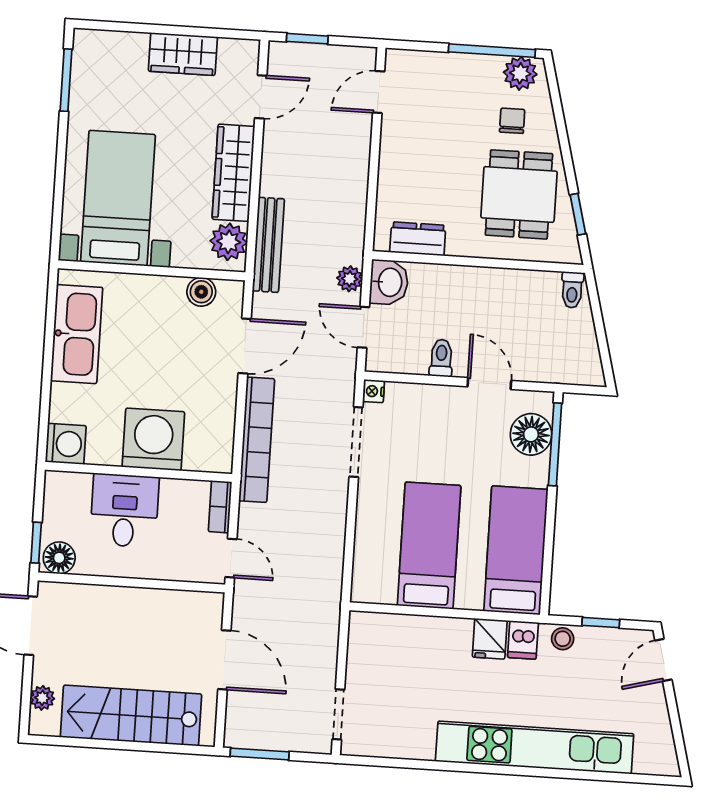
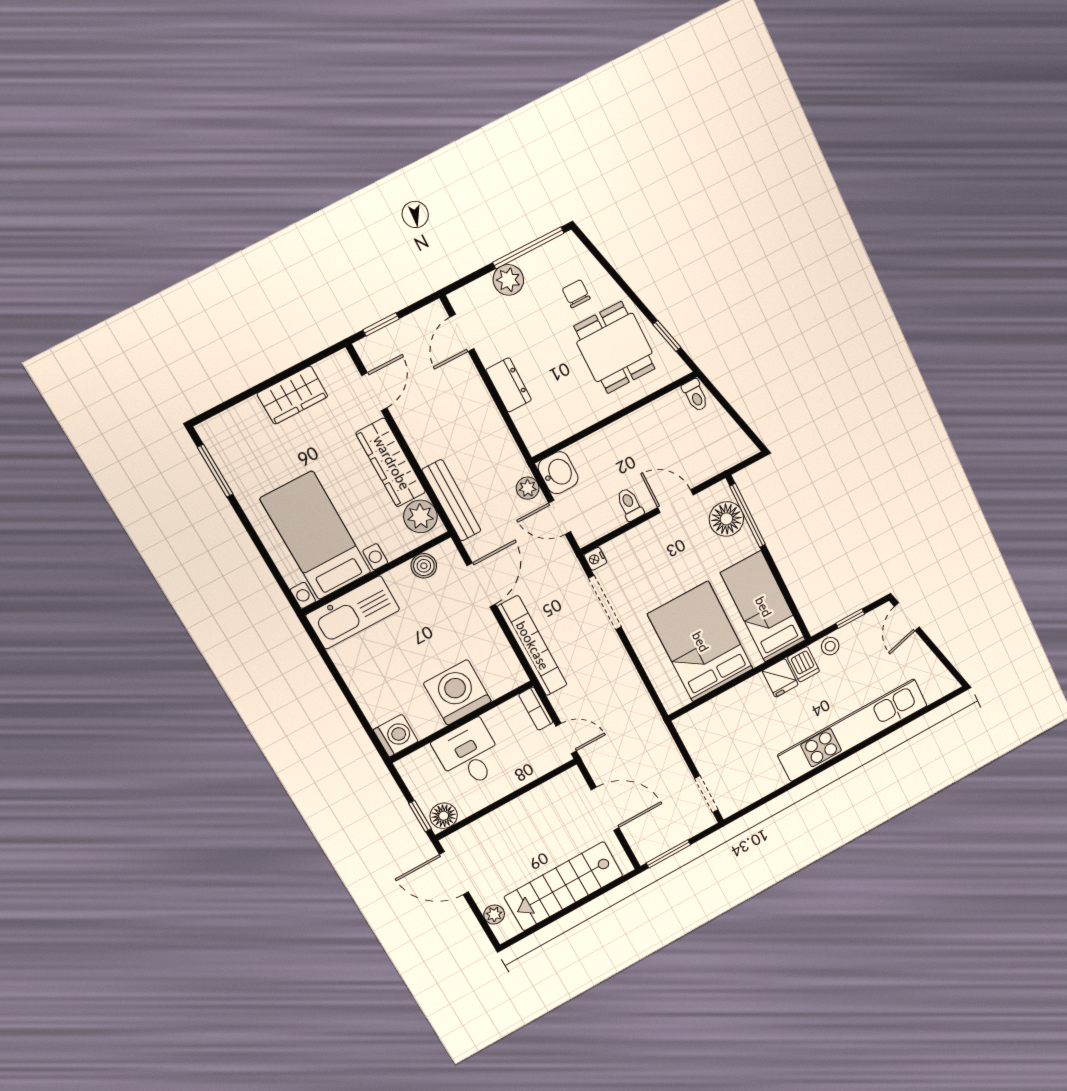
plant: (520, 73) -> (508, 280), moved
dresser: (418, 239) -> (509, 385), moved, turned 90
kitchen sink: (77, 334) -> (353, 612), moved, turned 90
bed: (429, 545) -> (700, 642), width x1.50

